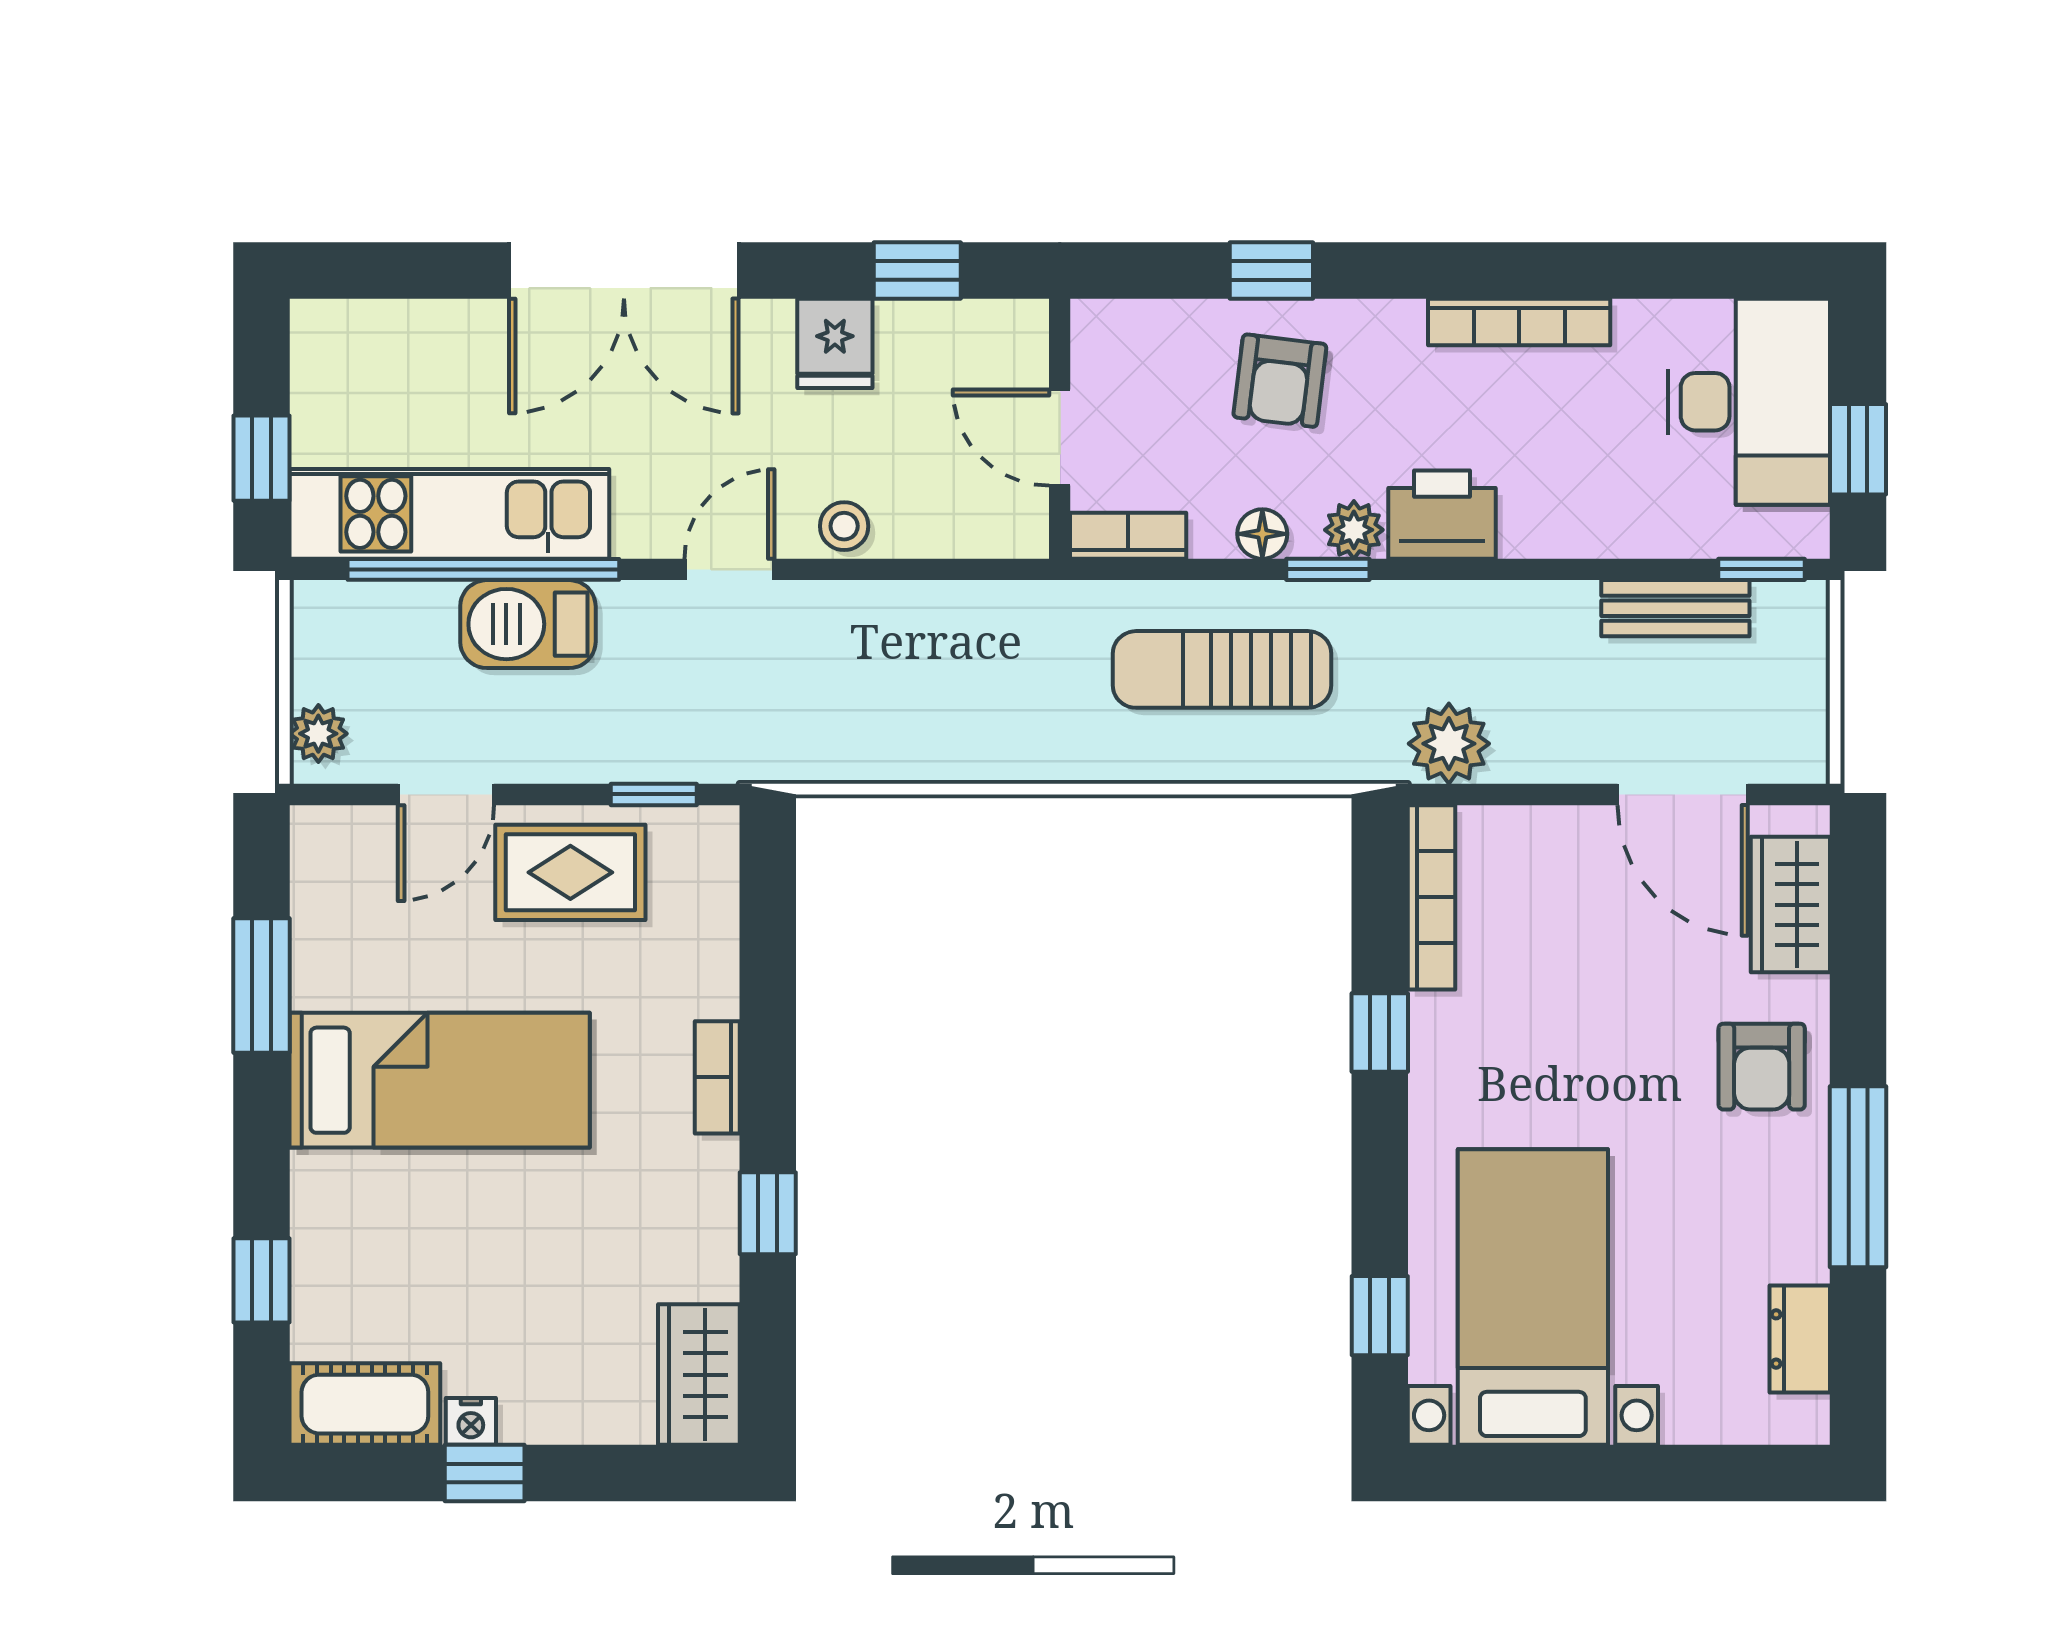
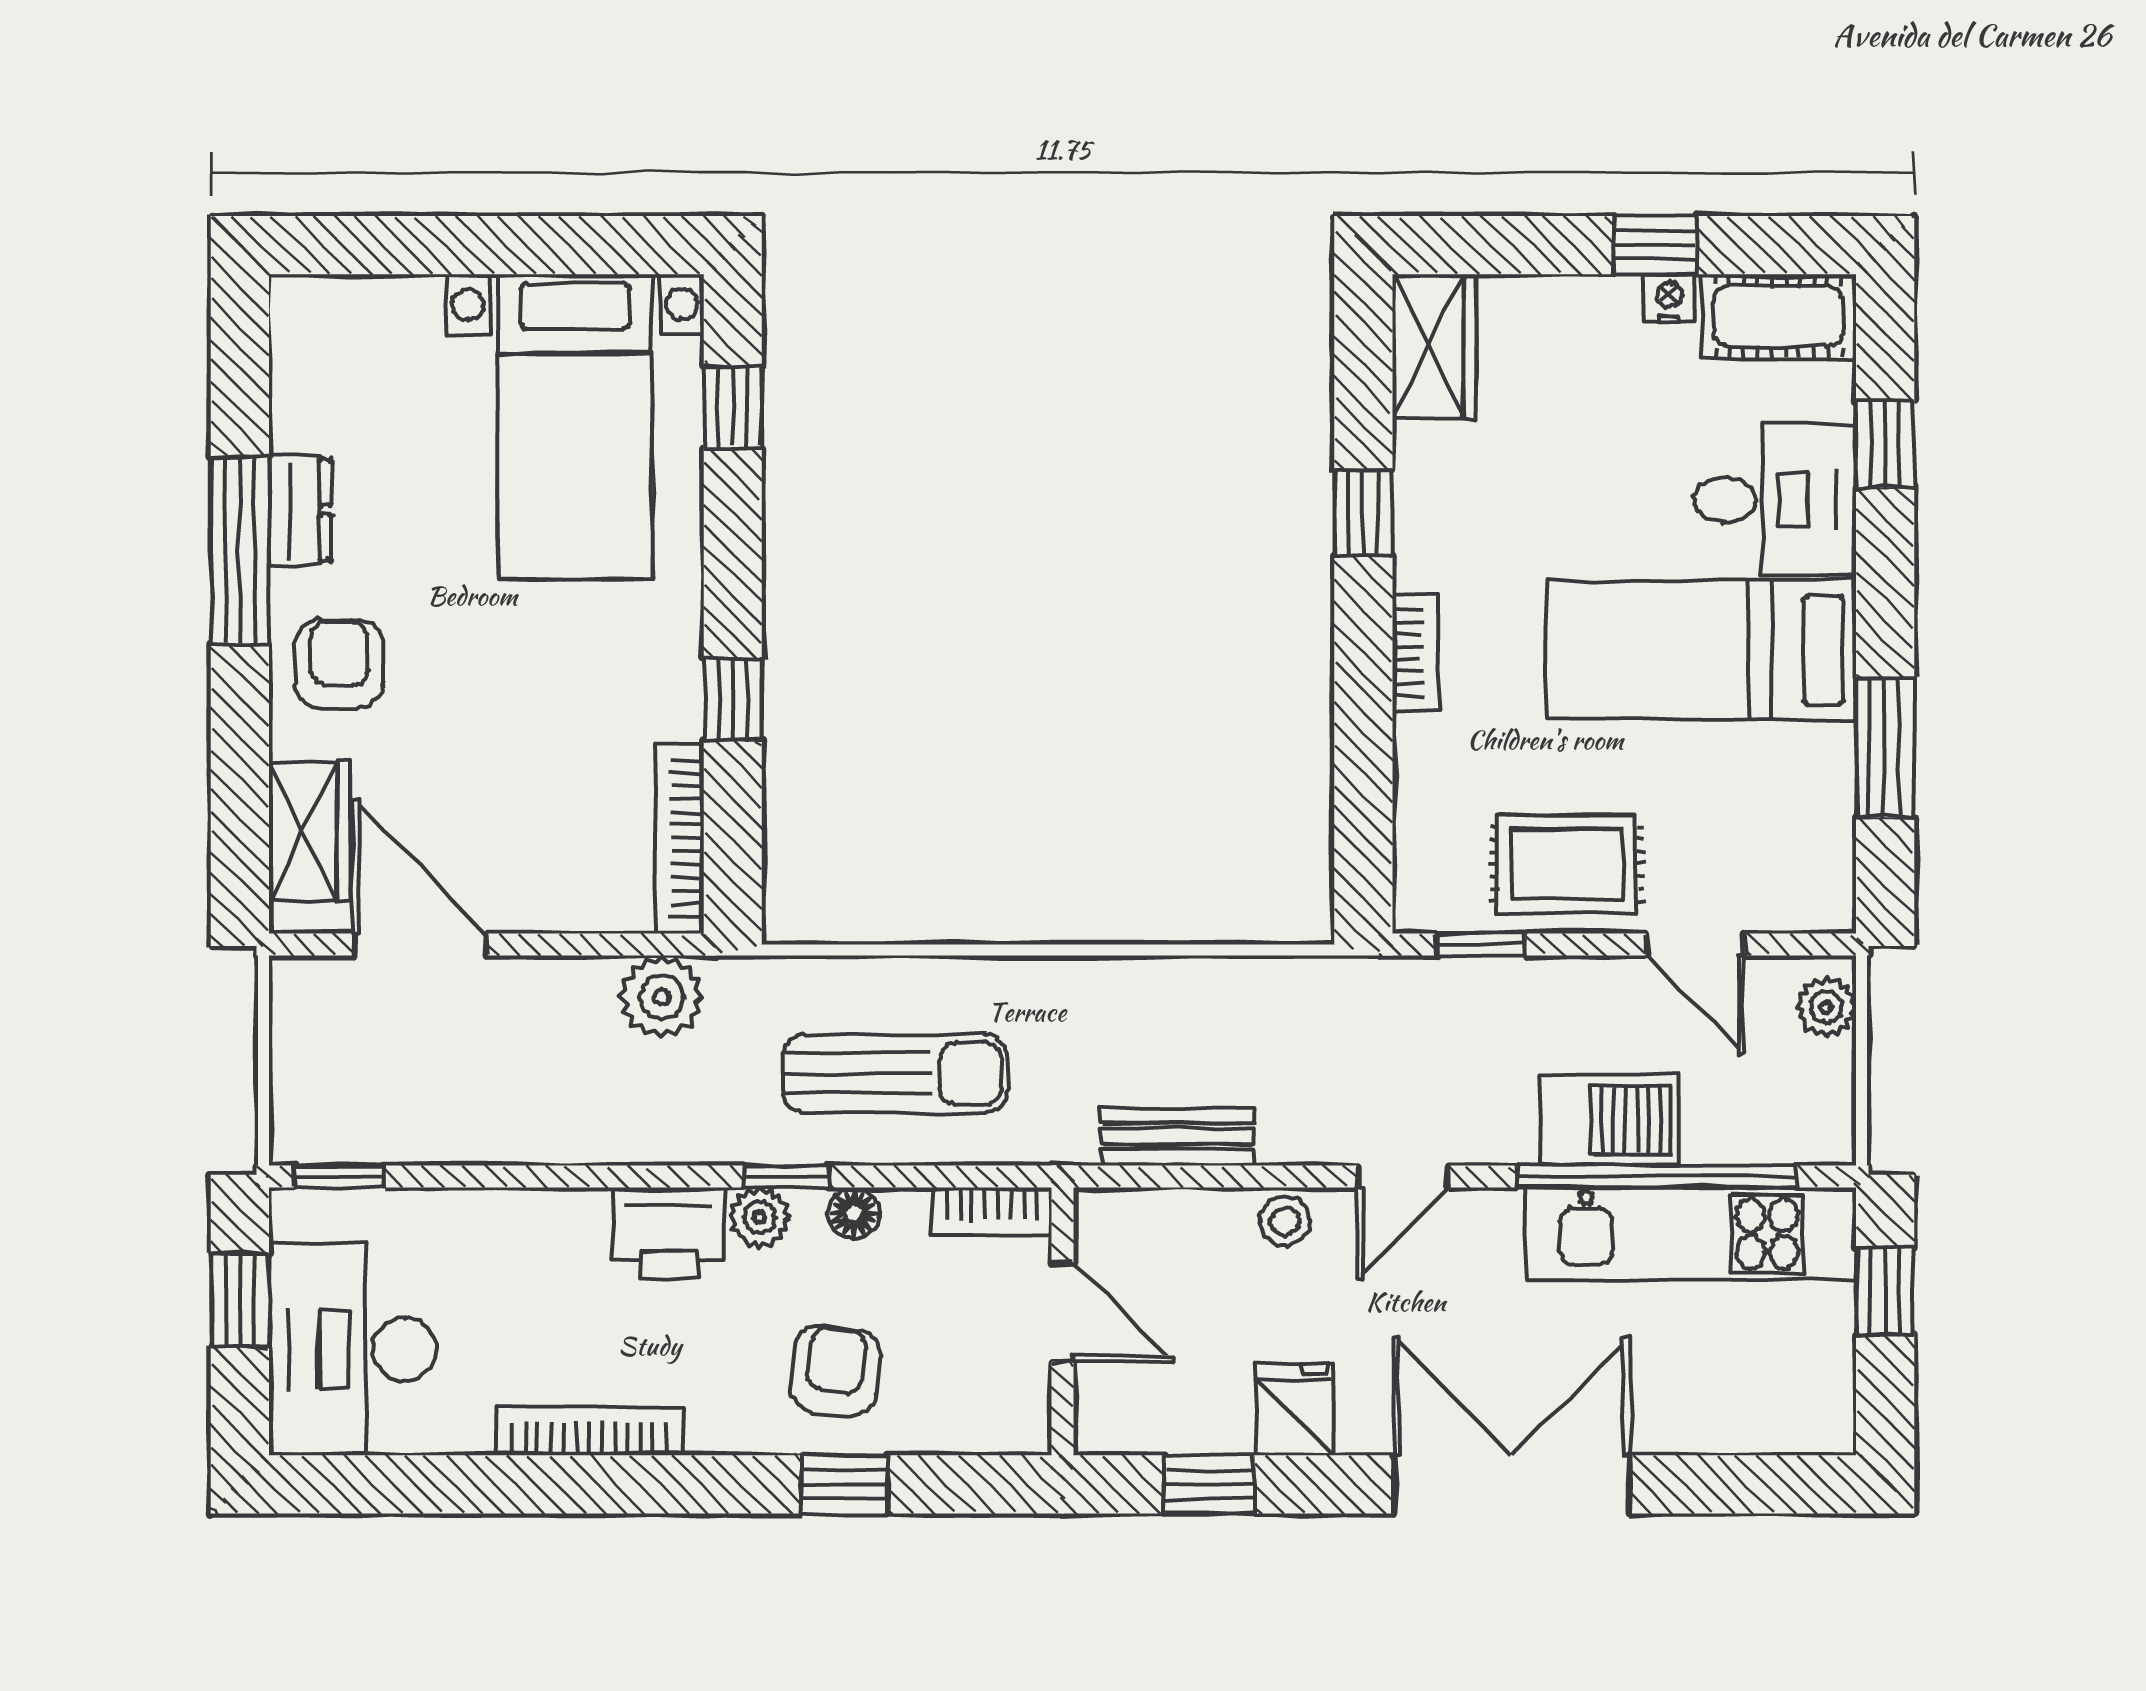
bench: (1675, 608) -> (1178, 1136), moved
door: (446, 794) -> (1695, 945), swing flipped
desk: (368, 1226) -> (1775, 500), added
dresser: (1800, 1339) -> (300, 510), moved

